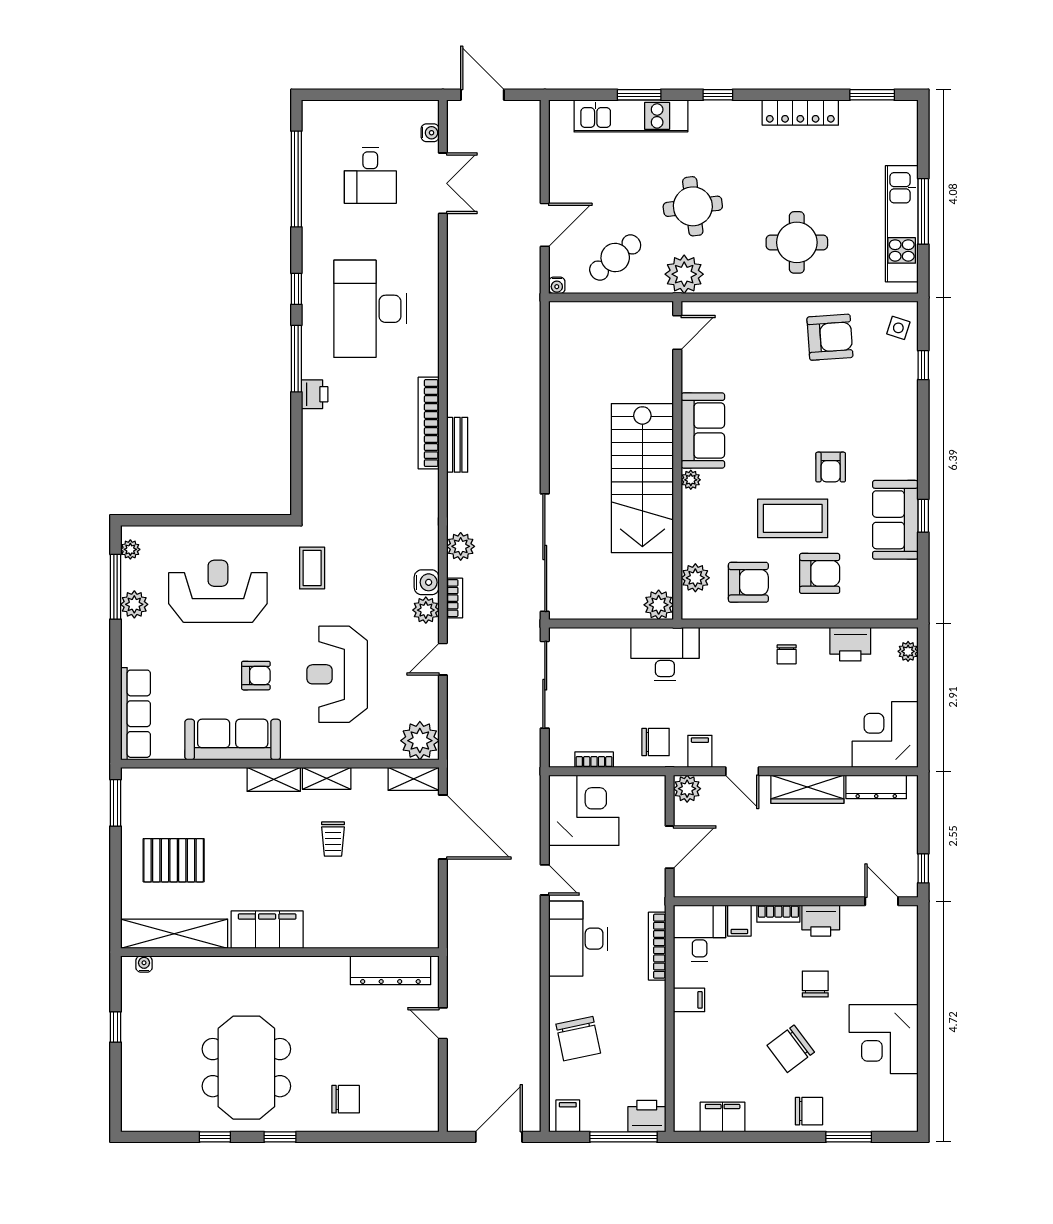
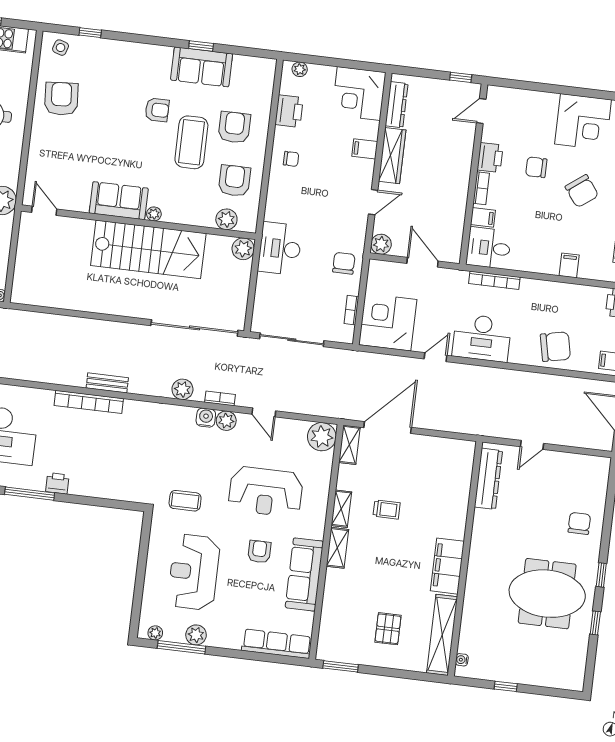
filing cabinet: (700, 751) -> (365, 149), moved
pallet: (174, 860) -> (388, 629), width x0.67, depth x0.71
filing cabinet: (689, 1000) -> (569, 265), moved

